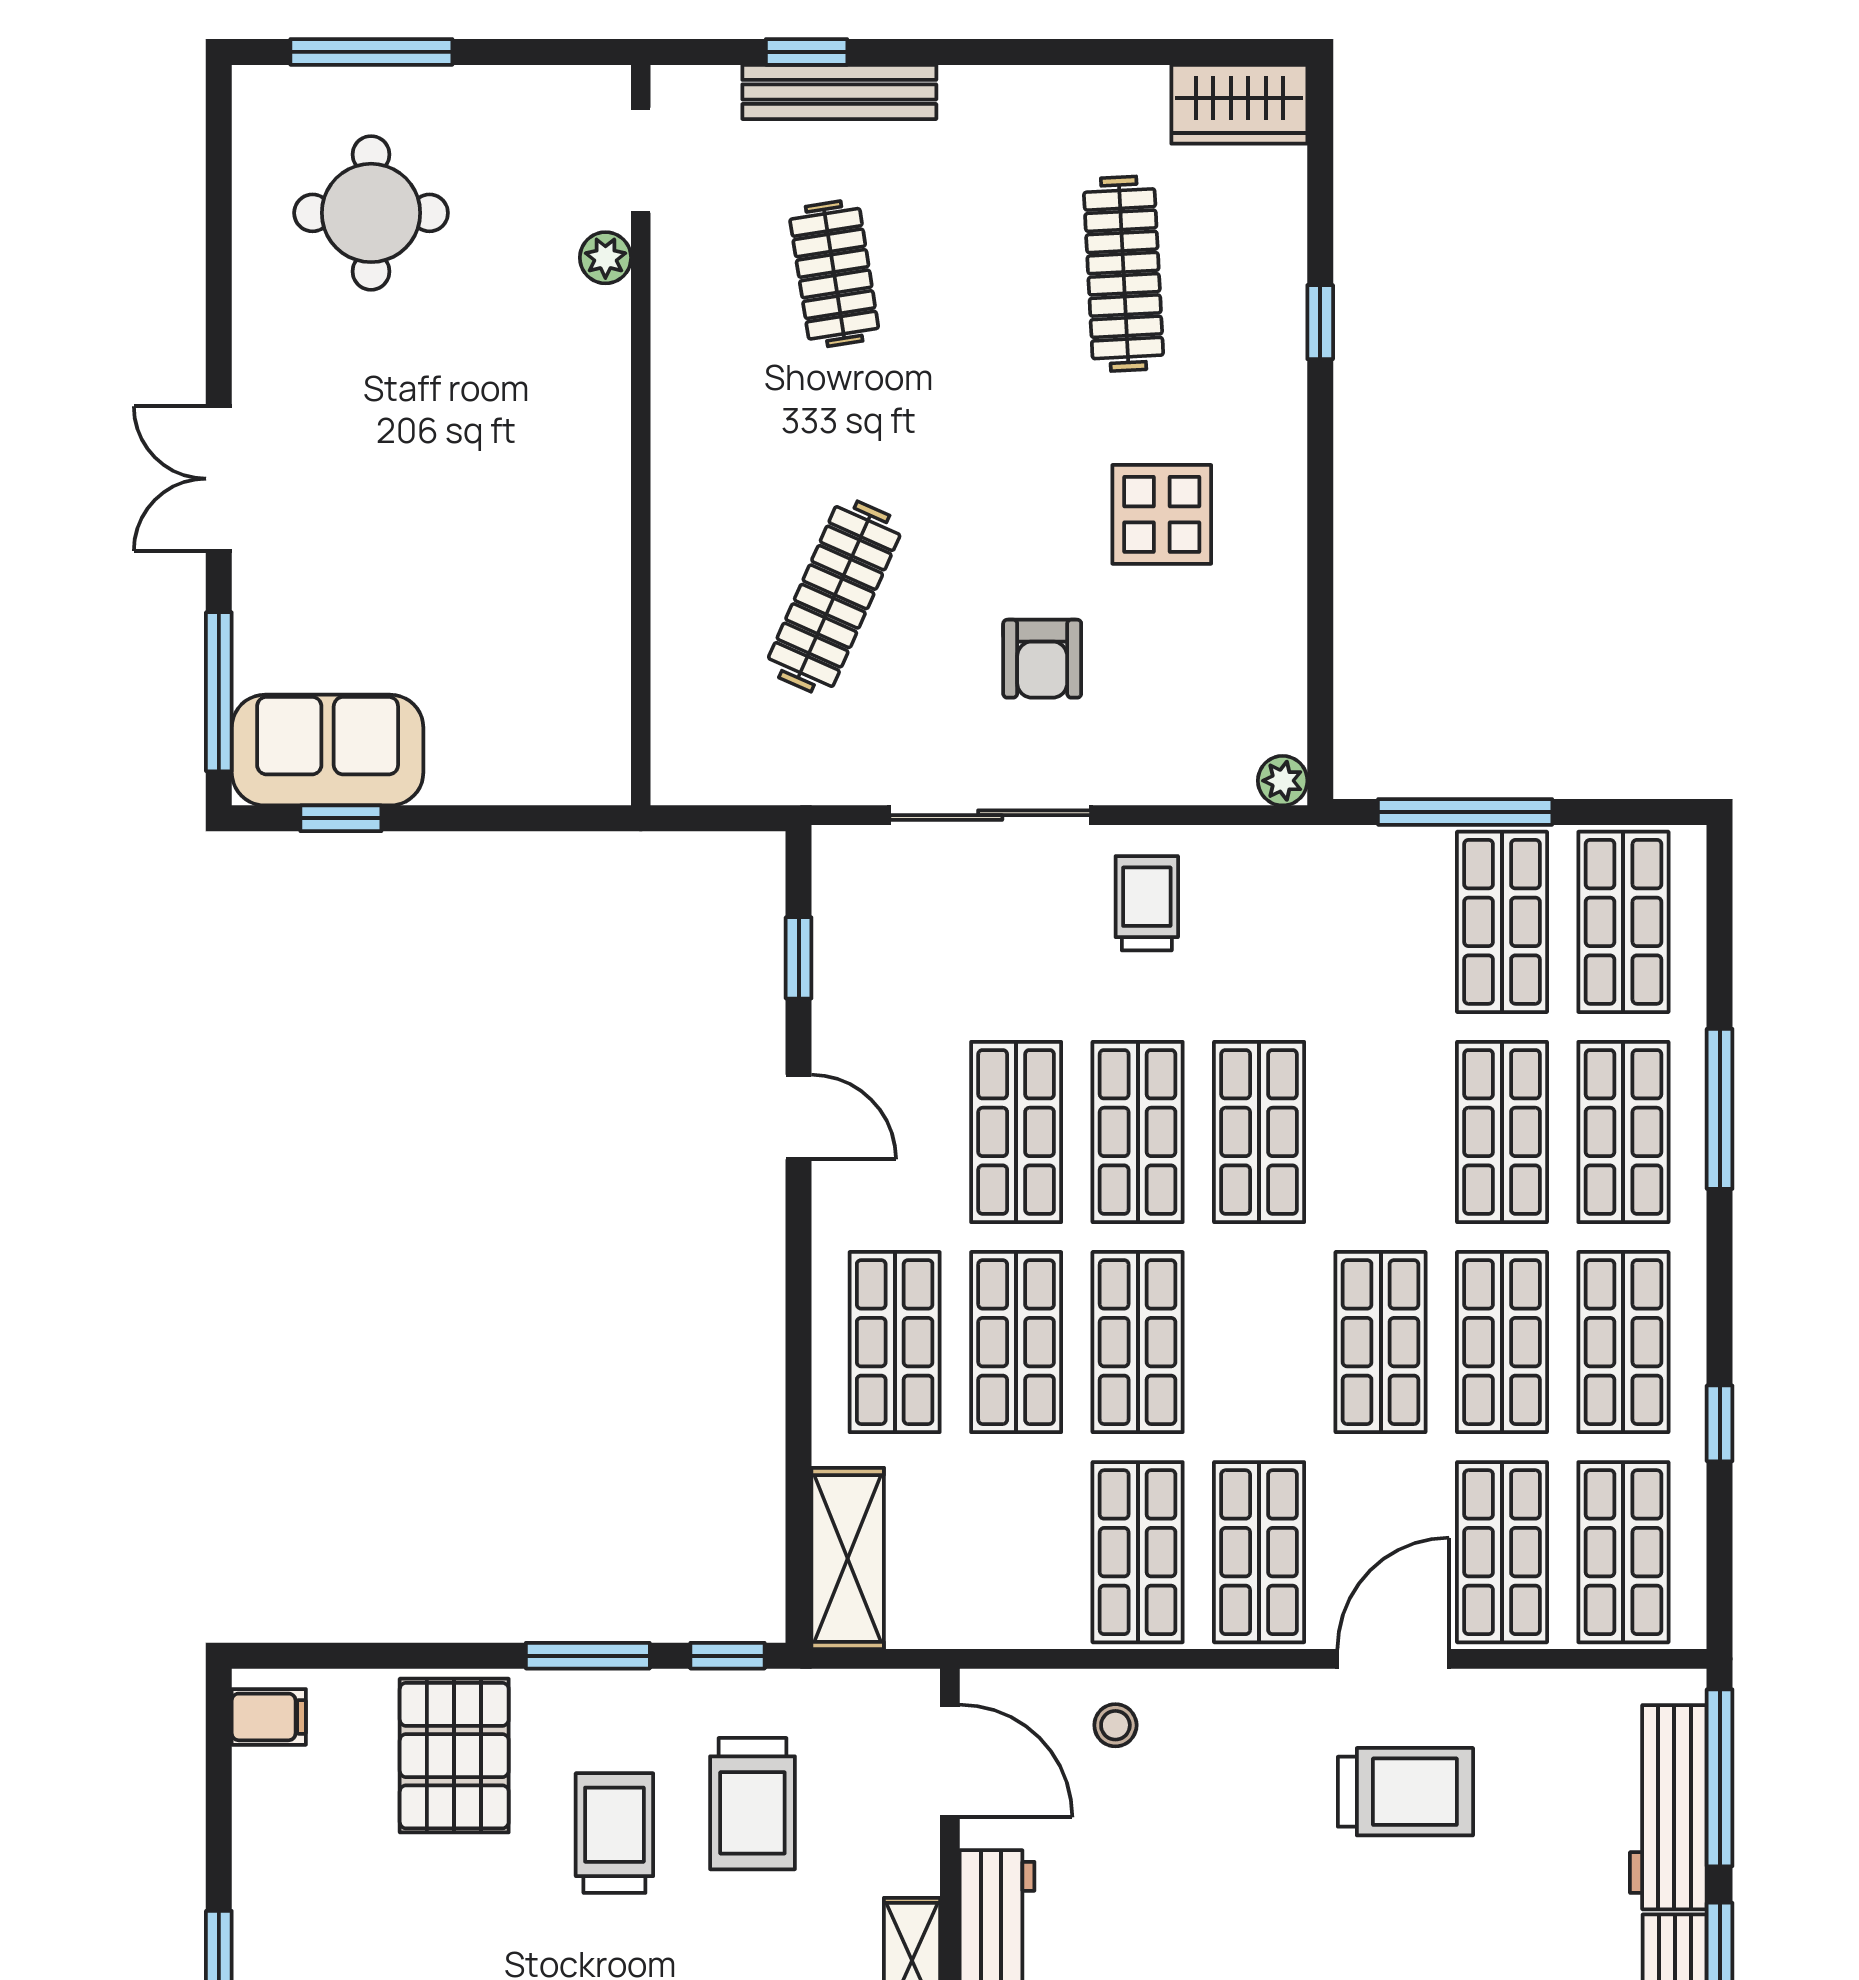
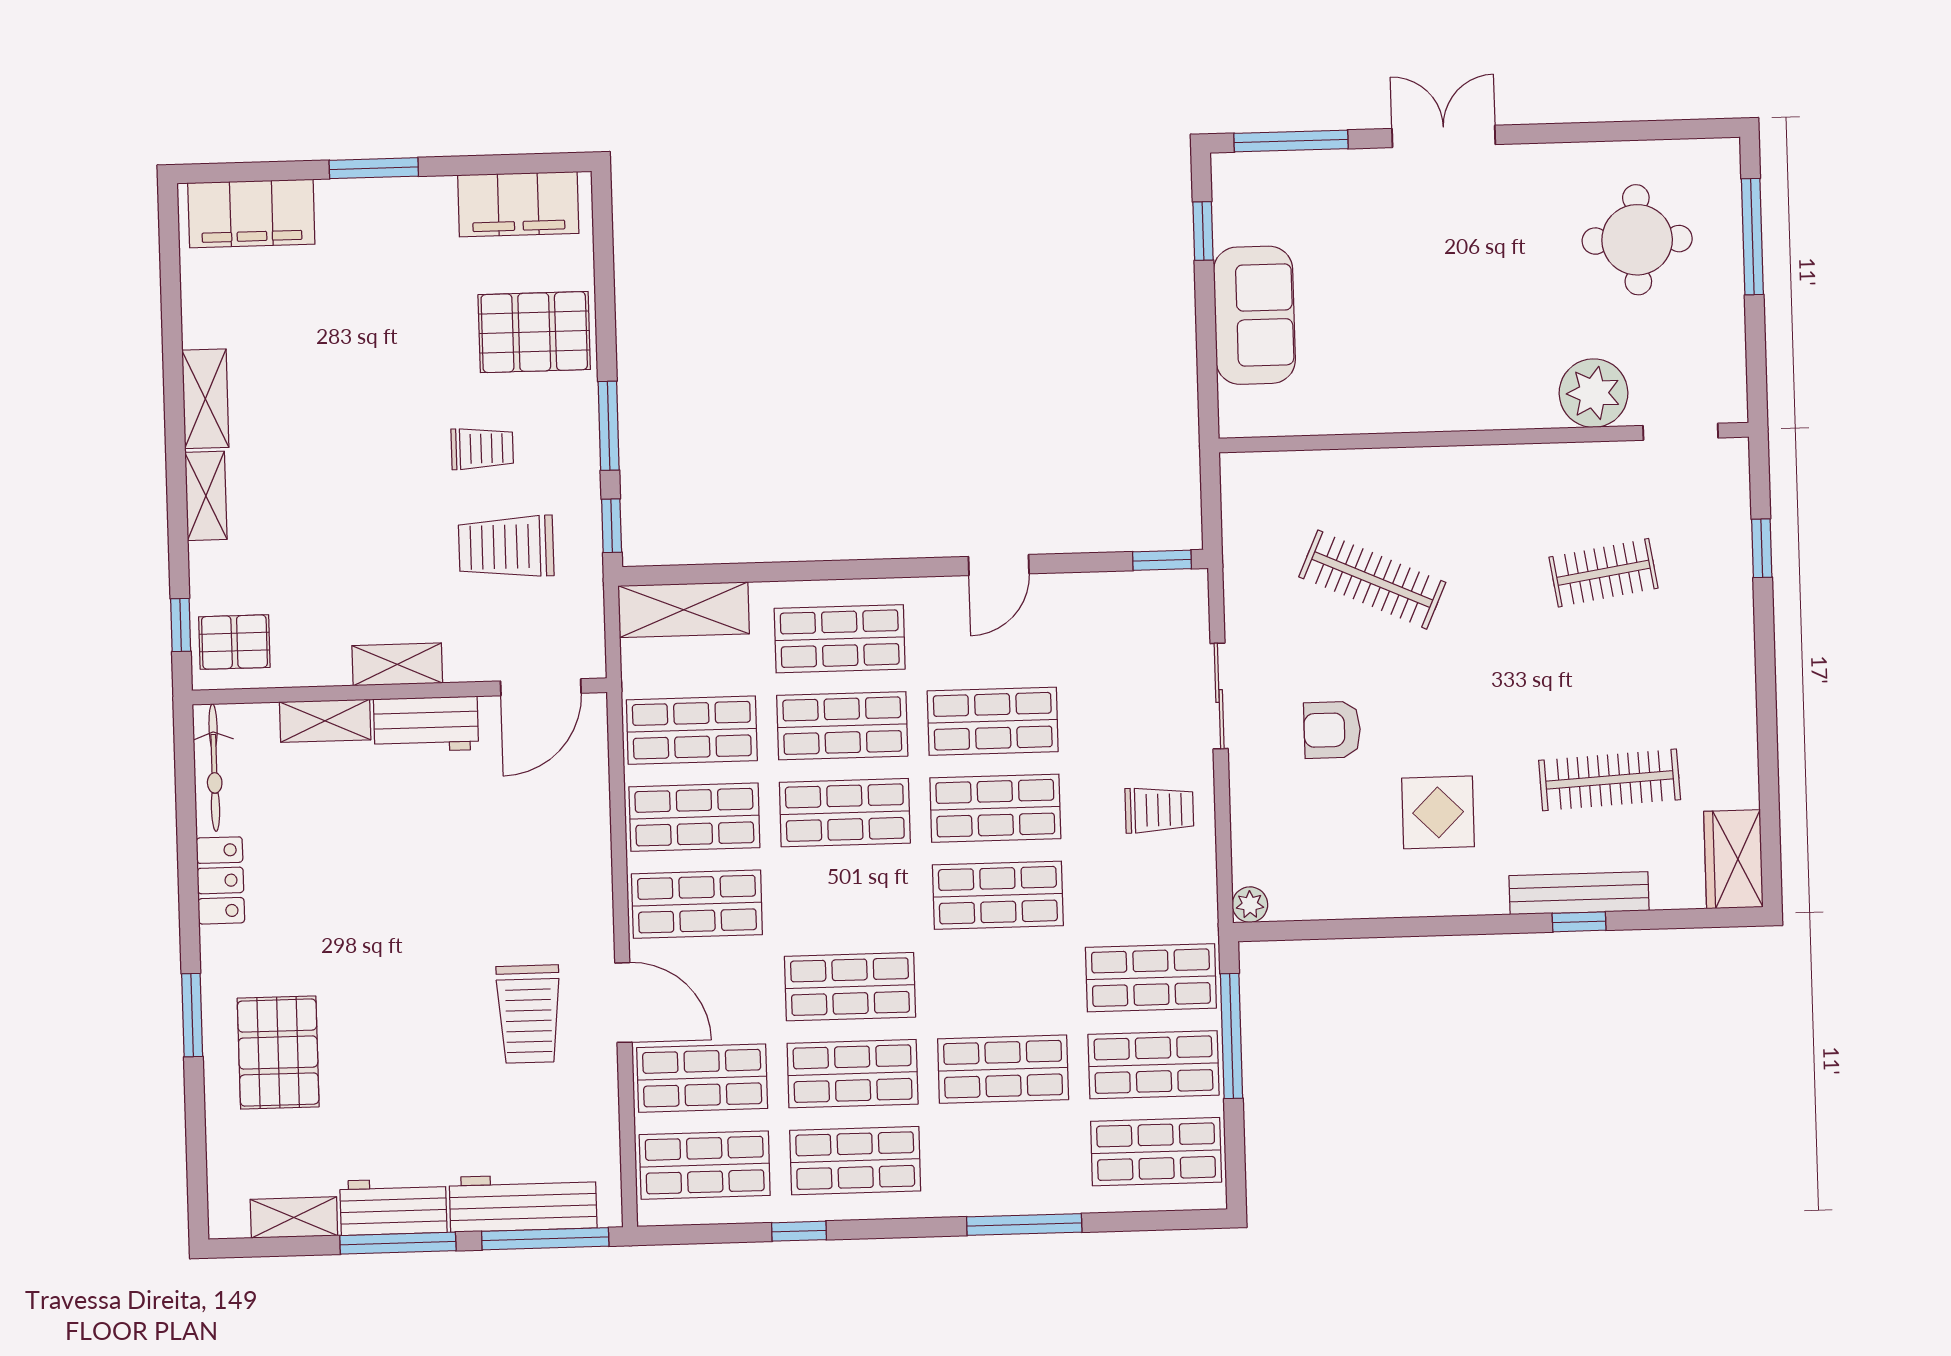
bench: (839, 92) -> (1579, 893), moved, turned 90
plant: (605, 258) -> (1594, 393), width x1.88, depth x1.88
sofa: (328, 750) -> (1254, 315), moved
sliding door: (990, 815) -> (1219, 696), width x0.73
window: (799, 958) -> (1162, 560), moved
shop shelf: (1623, 1132) -> (1151, 978), moved
shop shelf: (1016, 1552) -> (692, 730), added
filing cabinet: (269, 1717) -> (518, 204), width x3.00, depth x1.17
stool: (1115, 1725) -> (570, 805), removed
trolley: (614, 1833) -> (482, 449), width x0.73, depth x0.72

